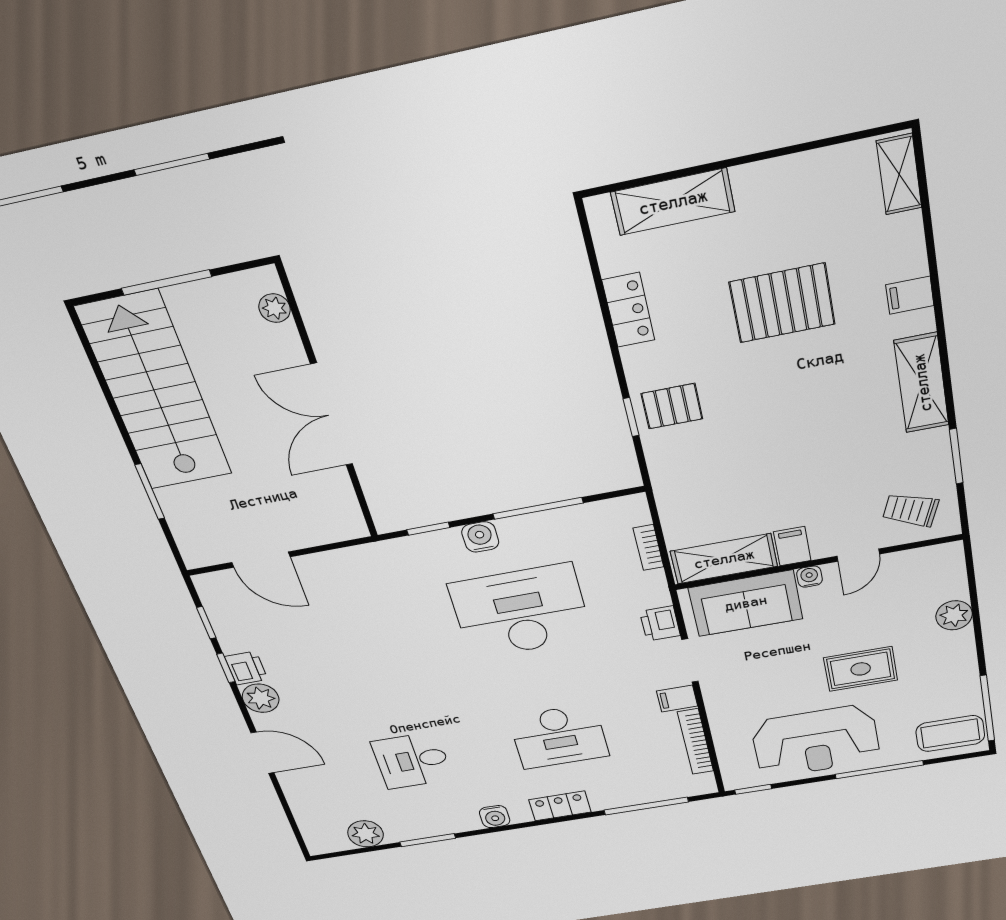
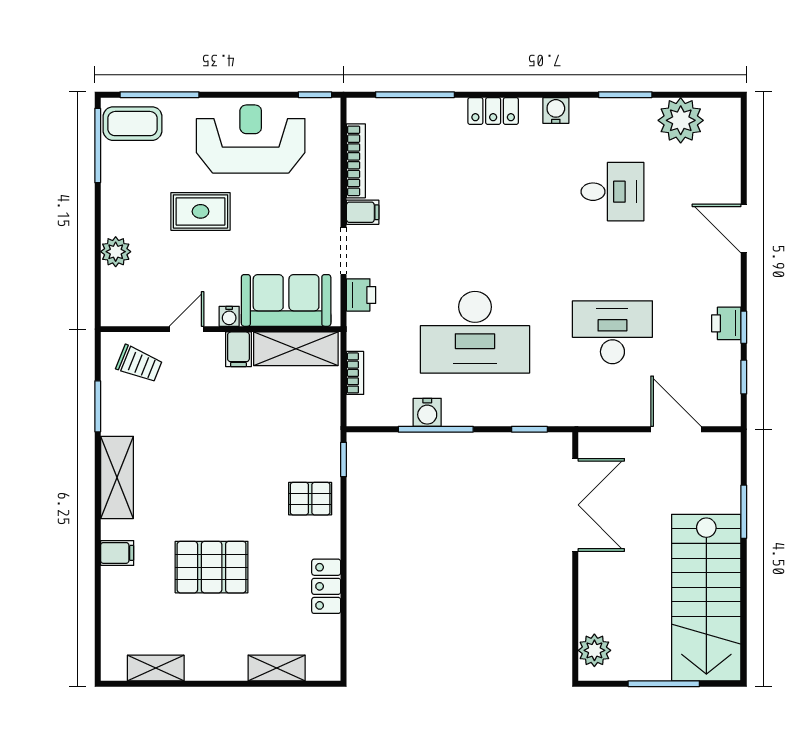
shelving: (899, 174) -> (156, 668), moved, turned 90
shelving: (673, 202) -> (277, 668), width x0.67, depth x0.75
plant: (275, 308) -> (594, 650), width x1.38, depth x1.38
double door: (332, 415) -> (575, 505), moved
window: (631, 417) -> (344, 460), moved
water cooler: (480, 537) -> (427, 412), moved
plant: (261, 698) -> (725, 289), removed
desk: (559, 737) -> (612, 332), moved
window: (879, 770) -> (159, 95), moved
plant: (366, 834) -> (681, 120), width x1.36, depth x1.36

